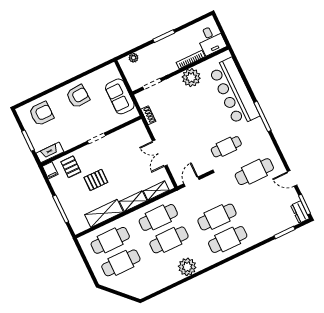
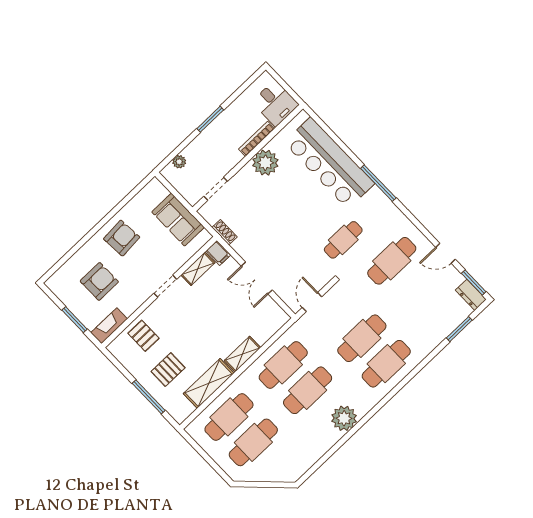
armchair: (41, 114) -> (99, 281), moved
filing cabinet: (50, 170) -> (218, 253), moved
pallet: (96, 180) -> (168, 370), moved
shelving: (156, 191) -> (198, 269), moved

